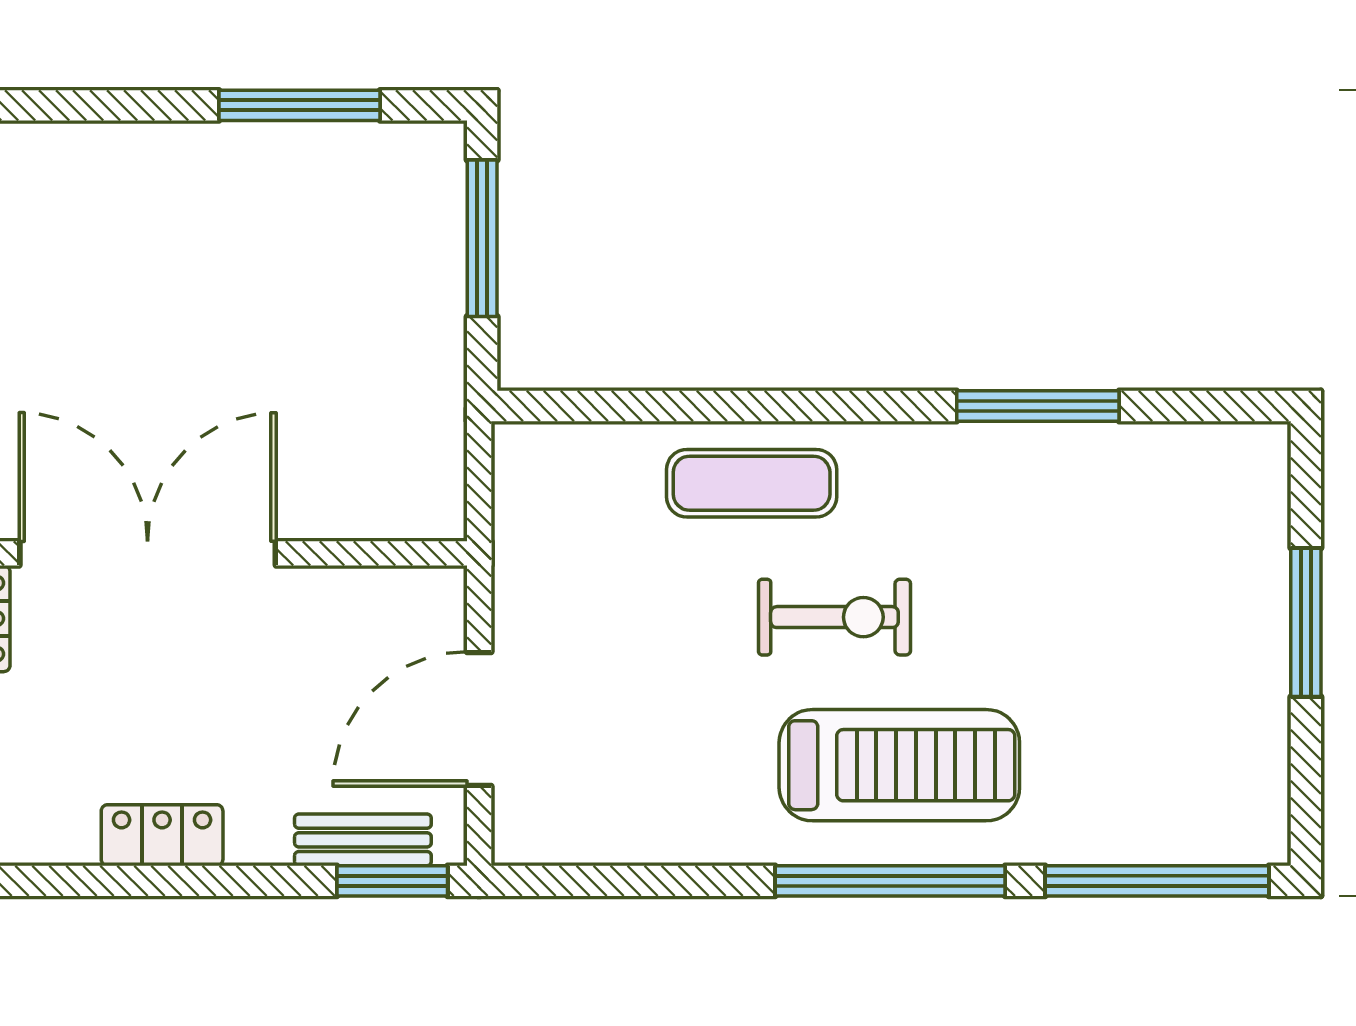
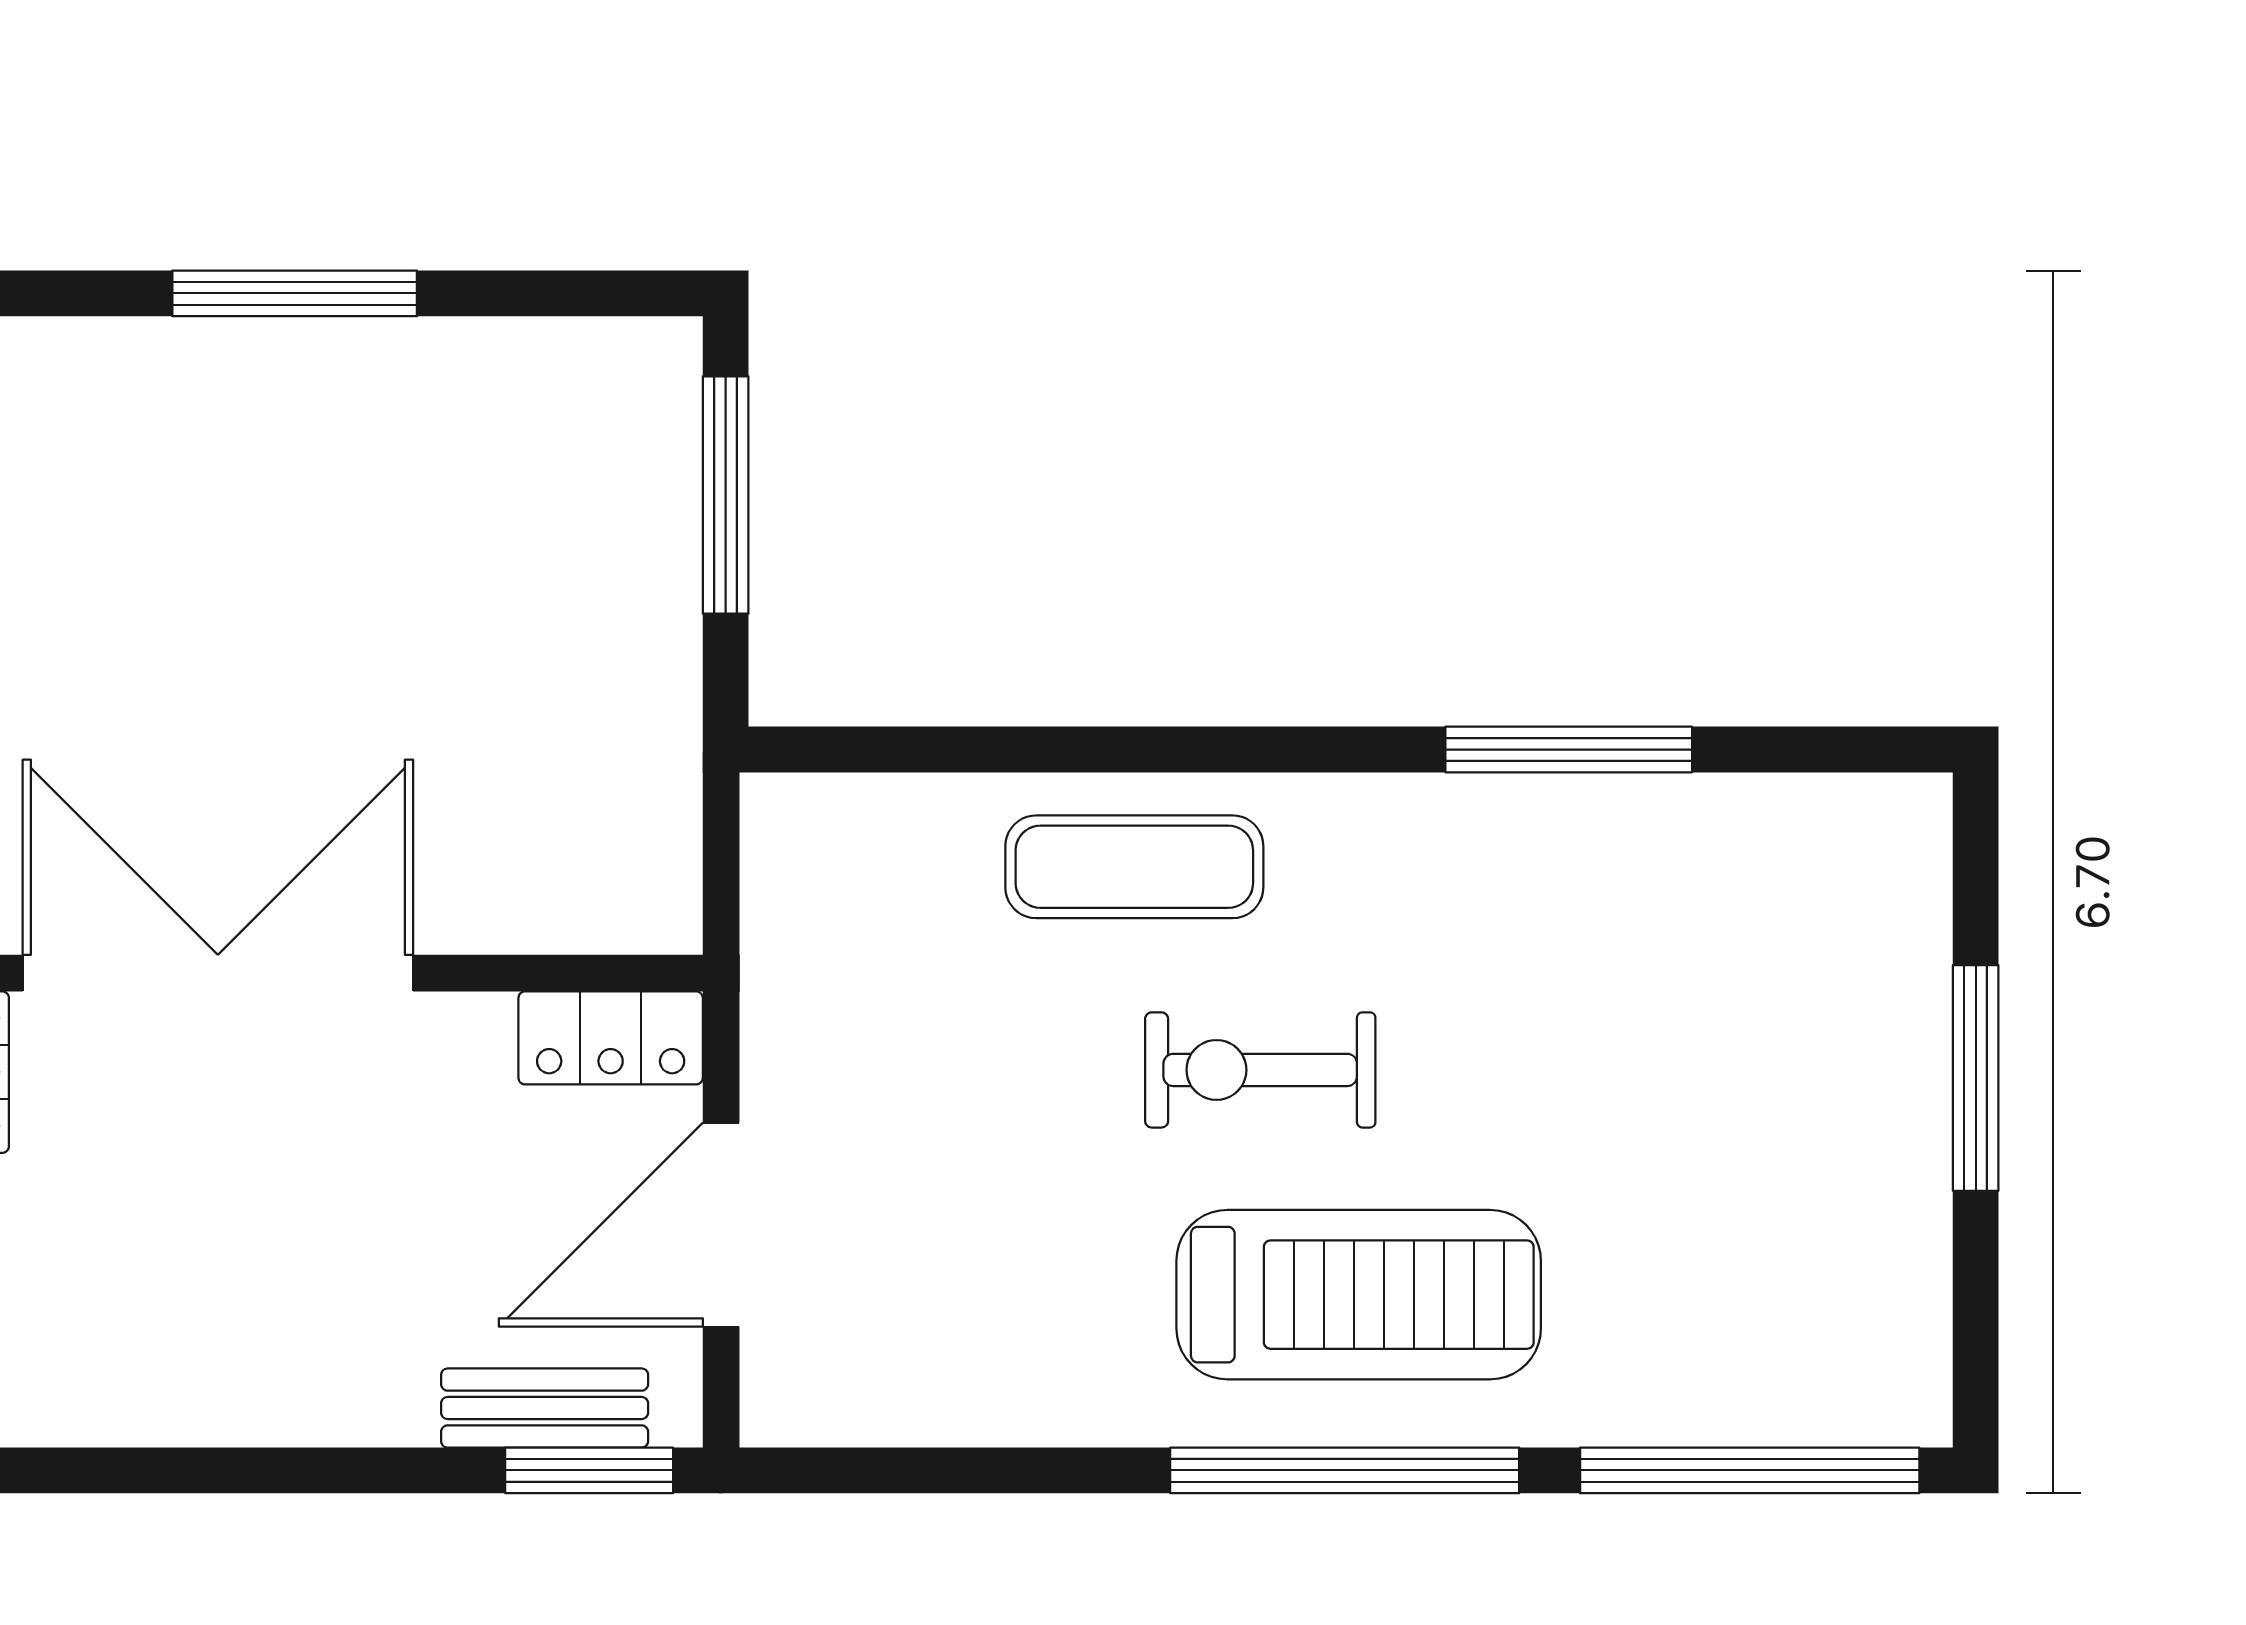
window: (300, 105) -> (295, 293), moved
exercise bike: (834, 617) -> (1260, 1070), turned 180
locker: (162, 835) -> (611, 1038), moved, turned 180

